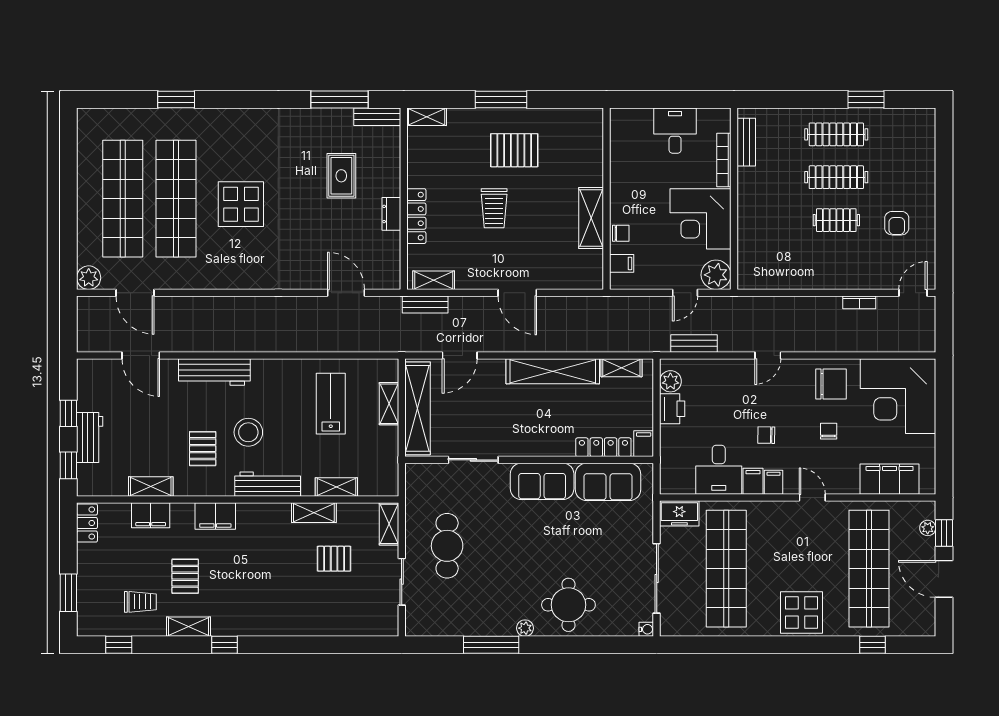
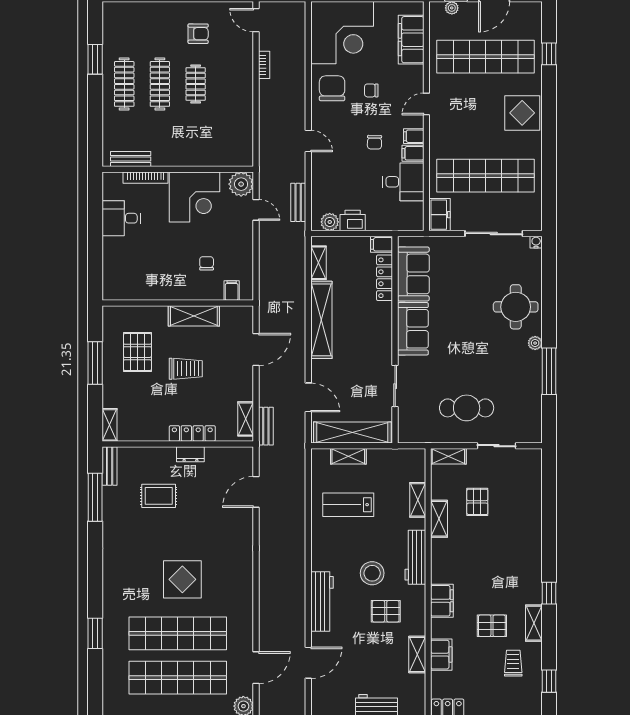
wall: (606, 199) -> (178, 303), moved
shelving: (591, 218) -> (194, 316), moved
filing cabinet: (622, 263) -> (232, 290), moved

